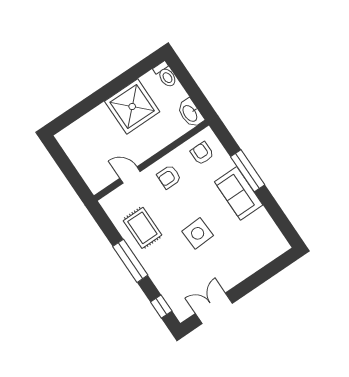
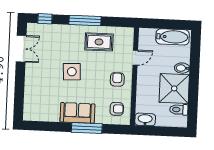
toilet: (166, 75) -> (179, 110), moved
bidet: (103, 115) -> (182, 68), added
bathtub: (77, 151) -> (173, 37), added

